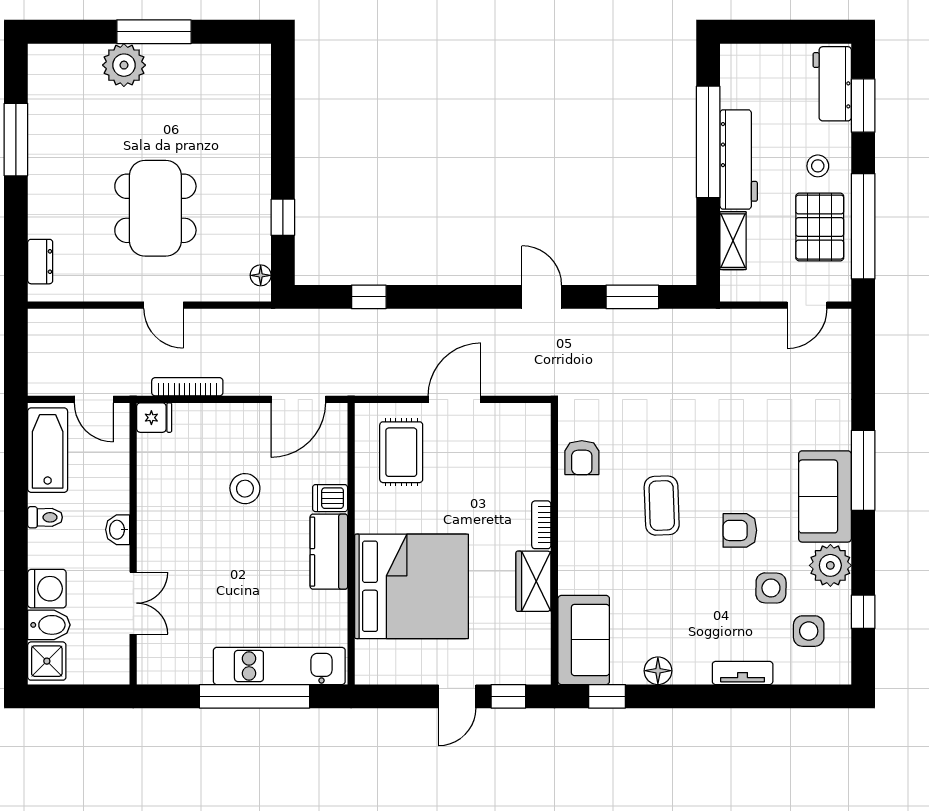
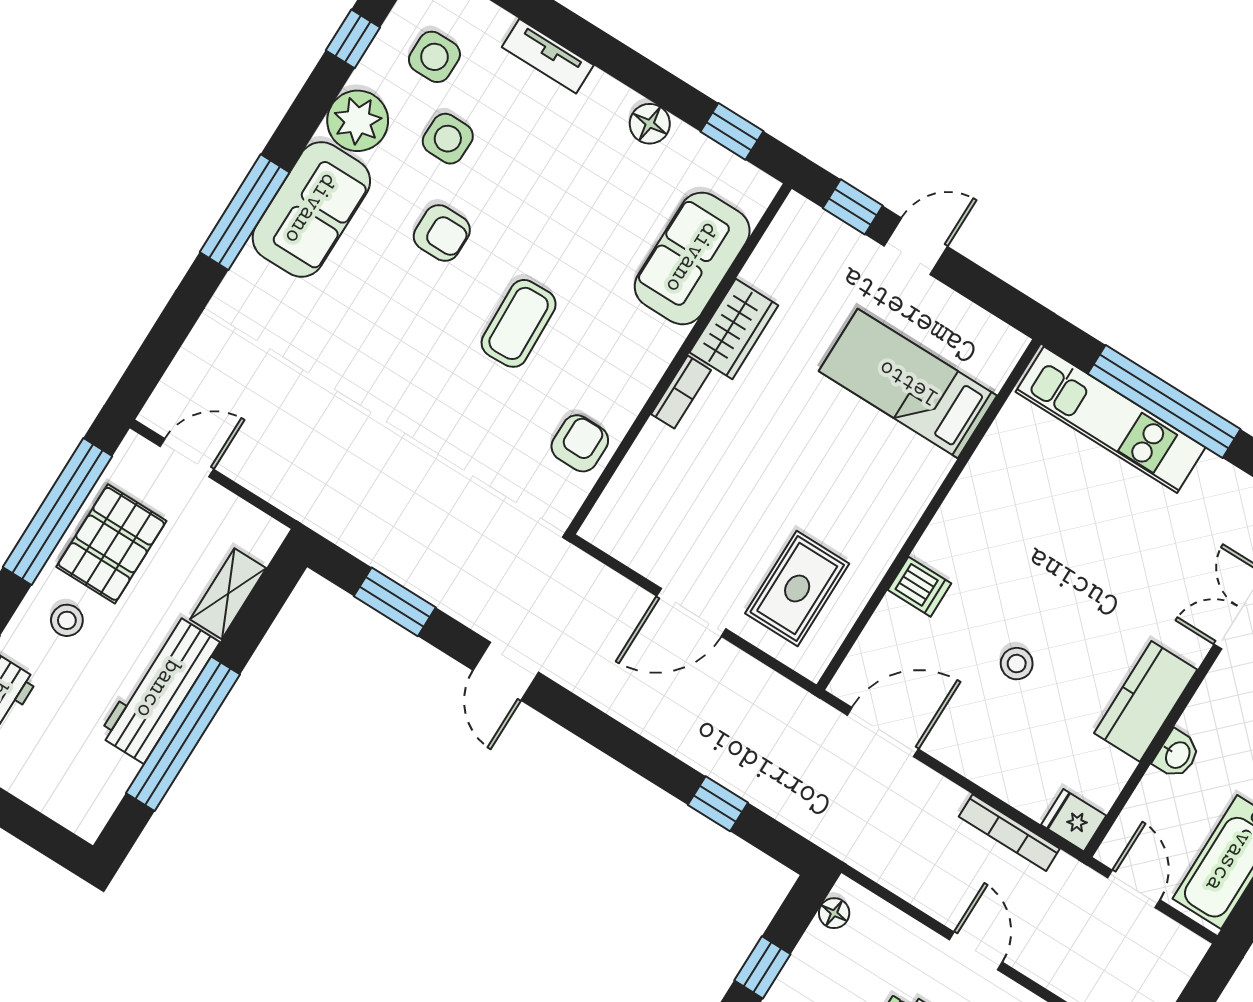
stool: (245, 489) -> (1017, 664), width x0.73, depth x0.73
washbasin: (118, 530) -> (1177, 755), moved
kitchen counter: (329, 552) -> (1146, 701), moved, turned 180
bed: (411, 586) -> (908, 383), width x0.49
sofa: (584, 640) -> (692, 258), moved

